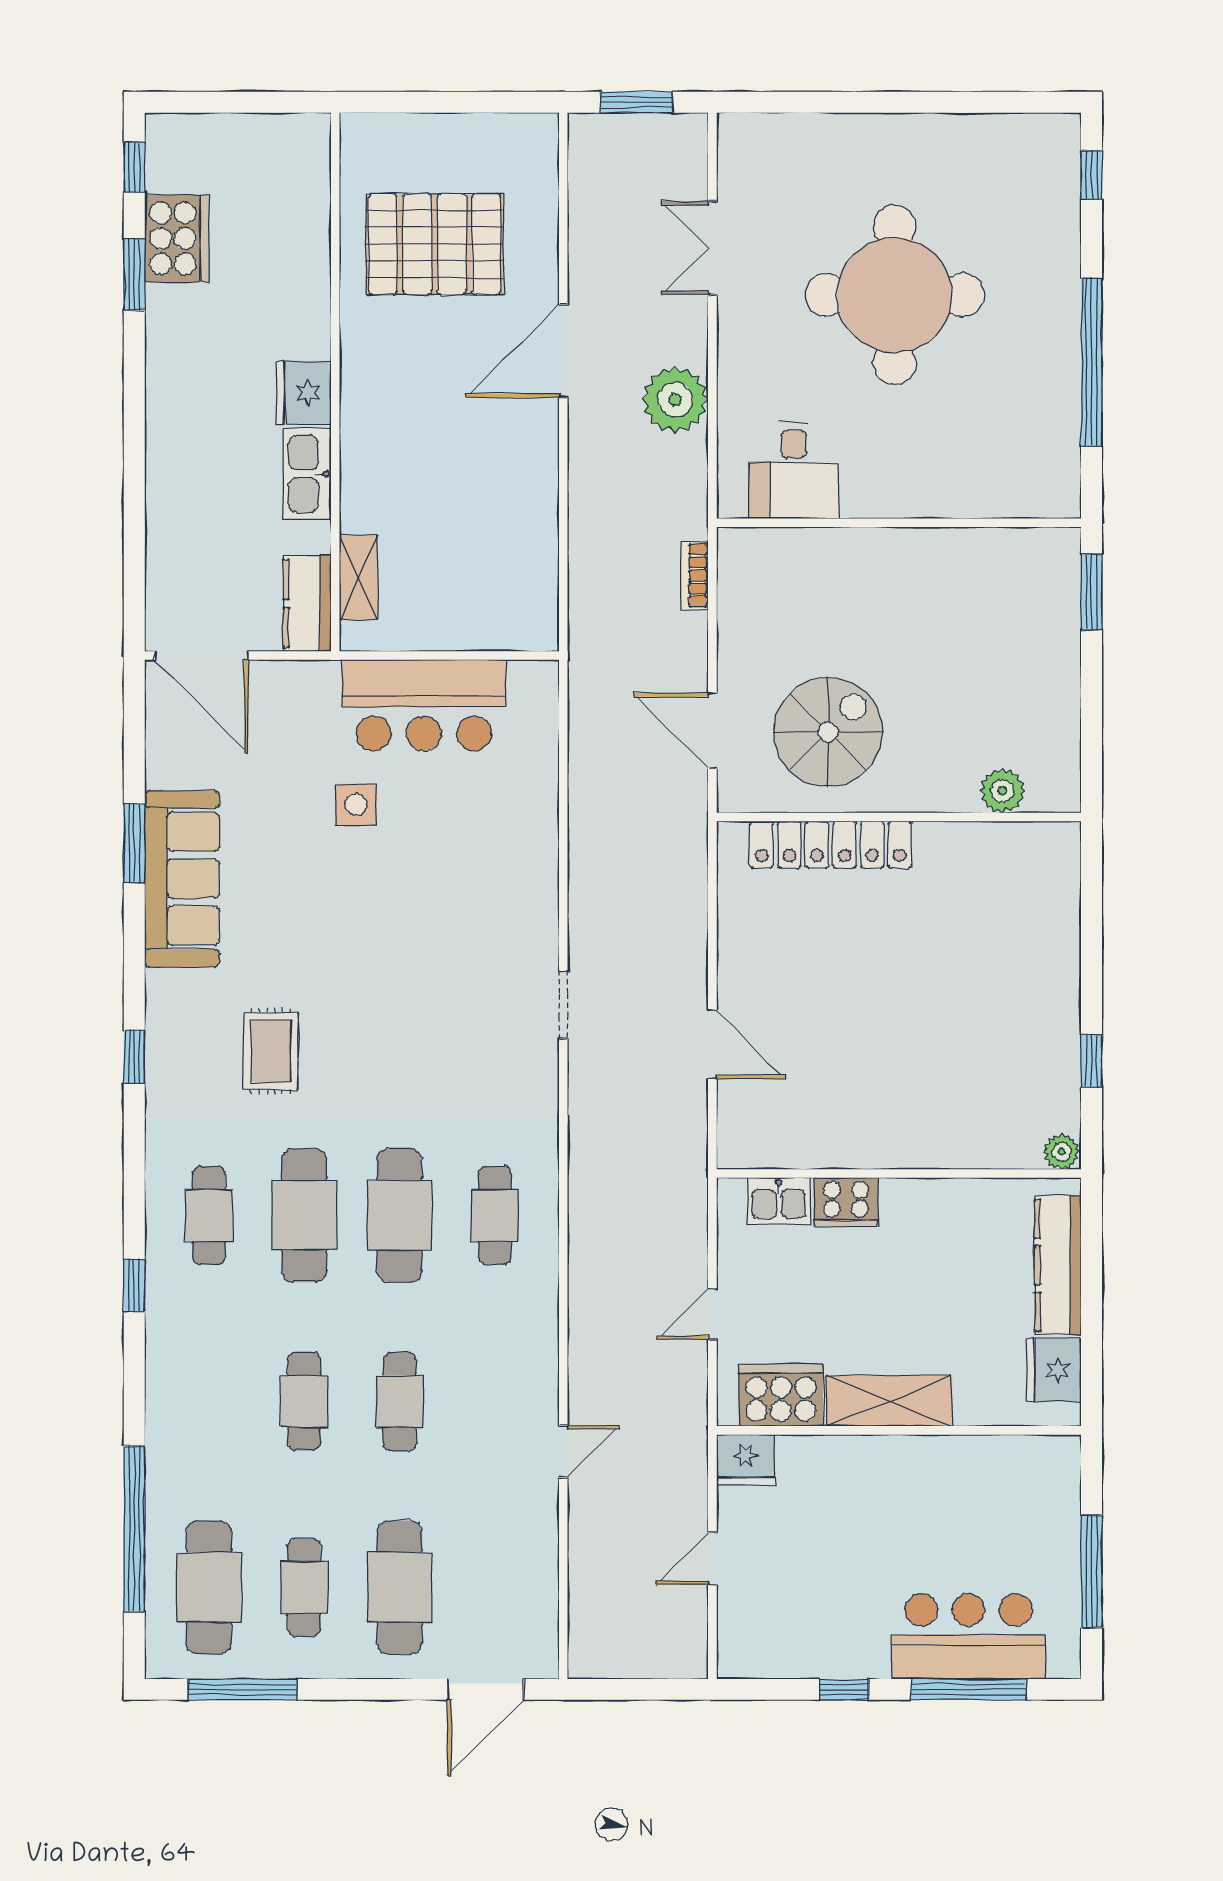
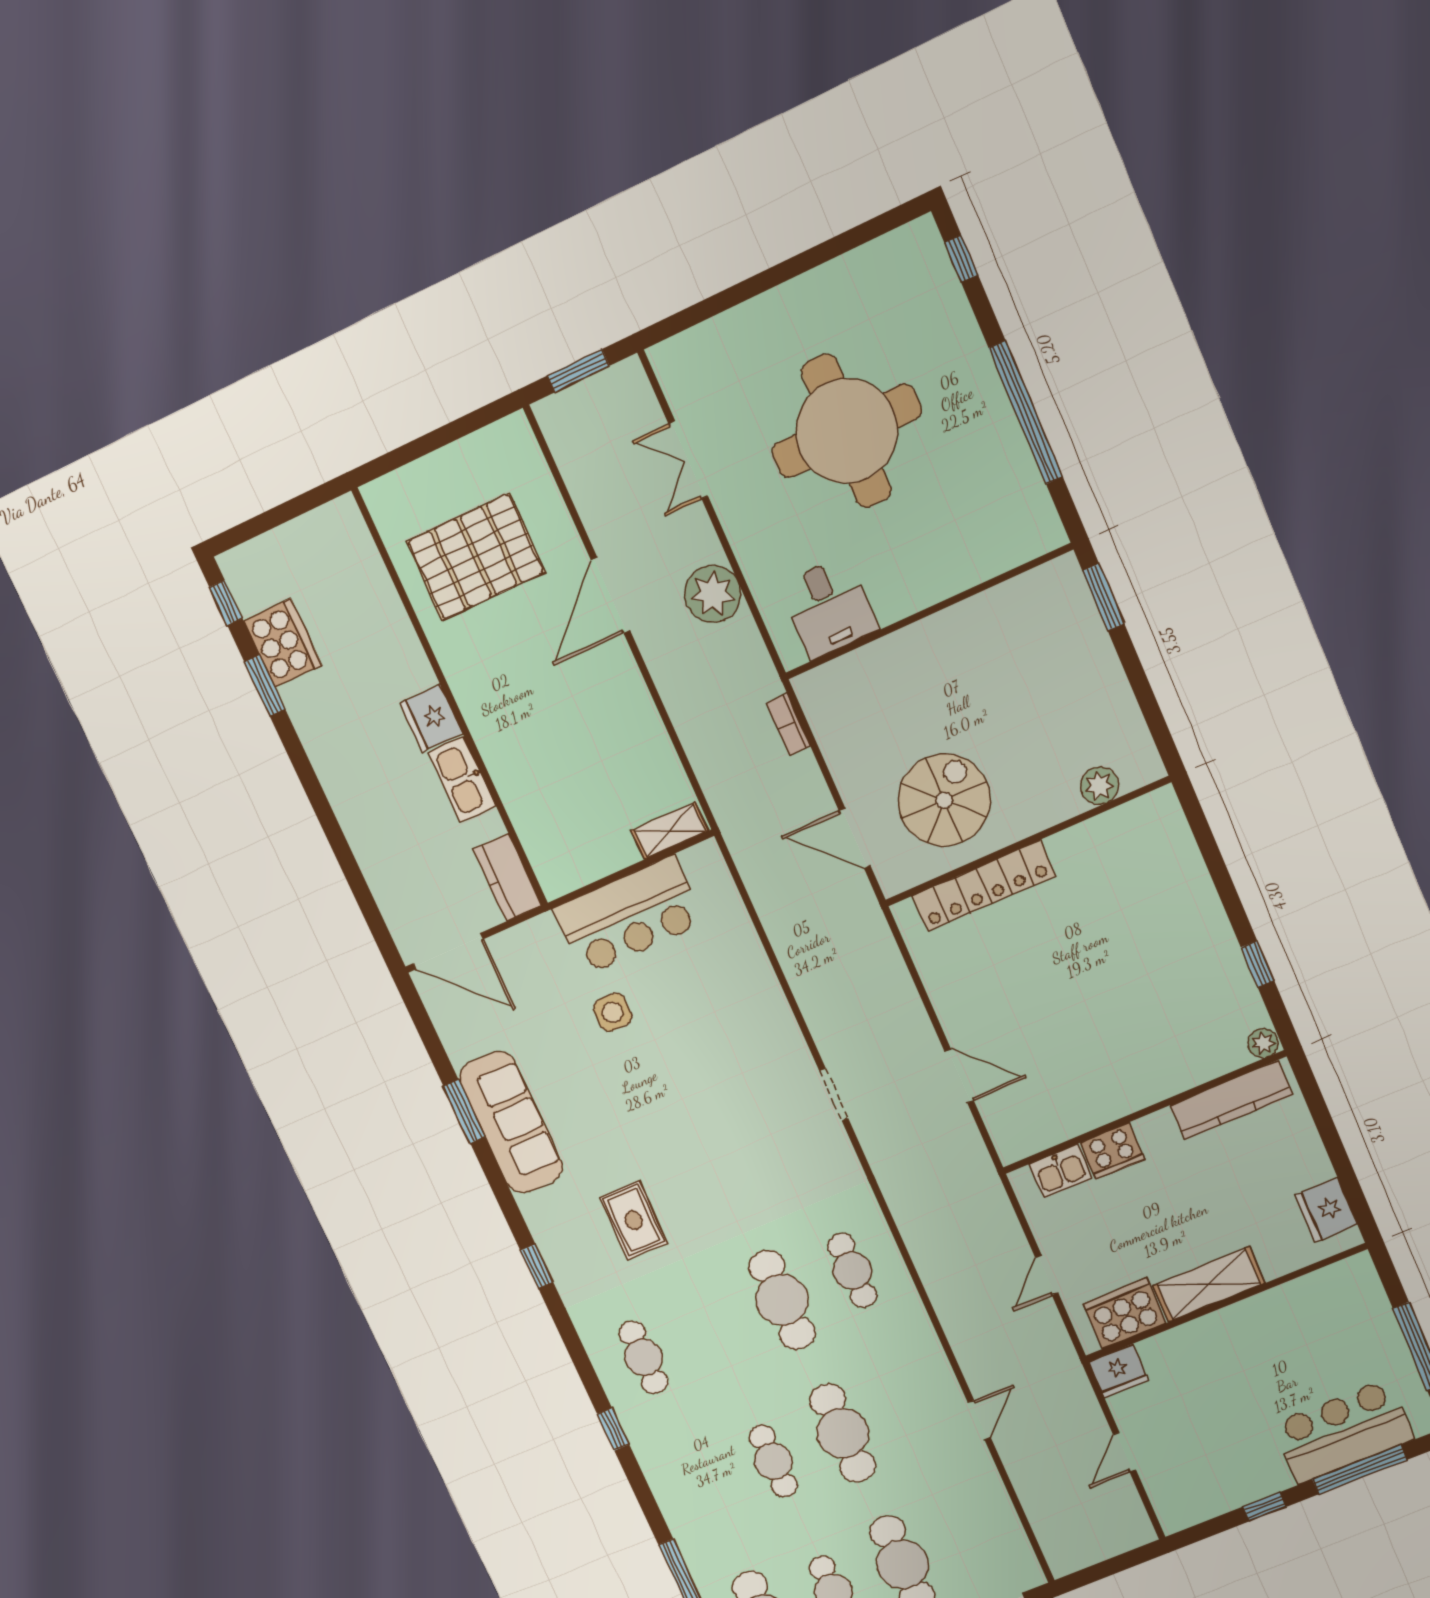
shelving: (358, 578) -> (670, 831), moved, turned 90
cafe table: (304, 1215) -> (712, 1329), removed
kitchen counter: (1058, 1265) -> (1231, 1100), moved, turned -90
cafe table: (400, 1401) -> (843, 1433), width x1.37, depth x1.35

